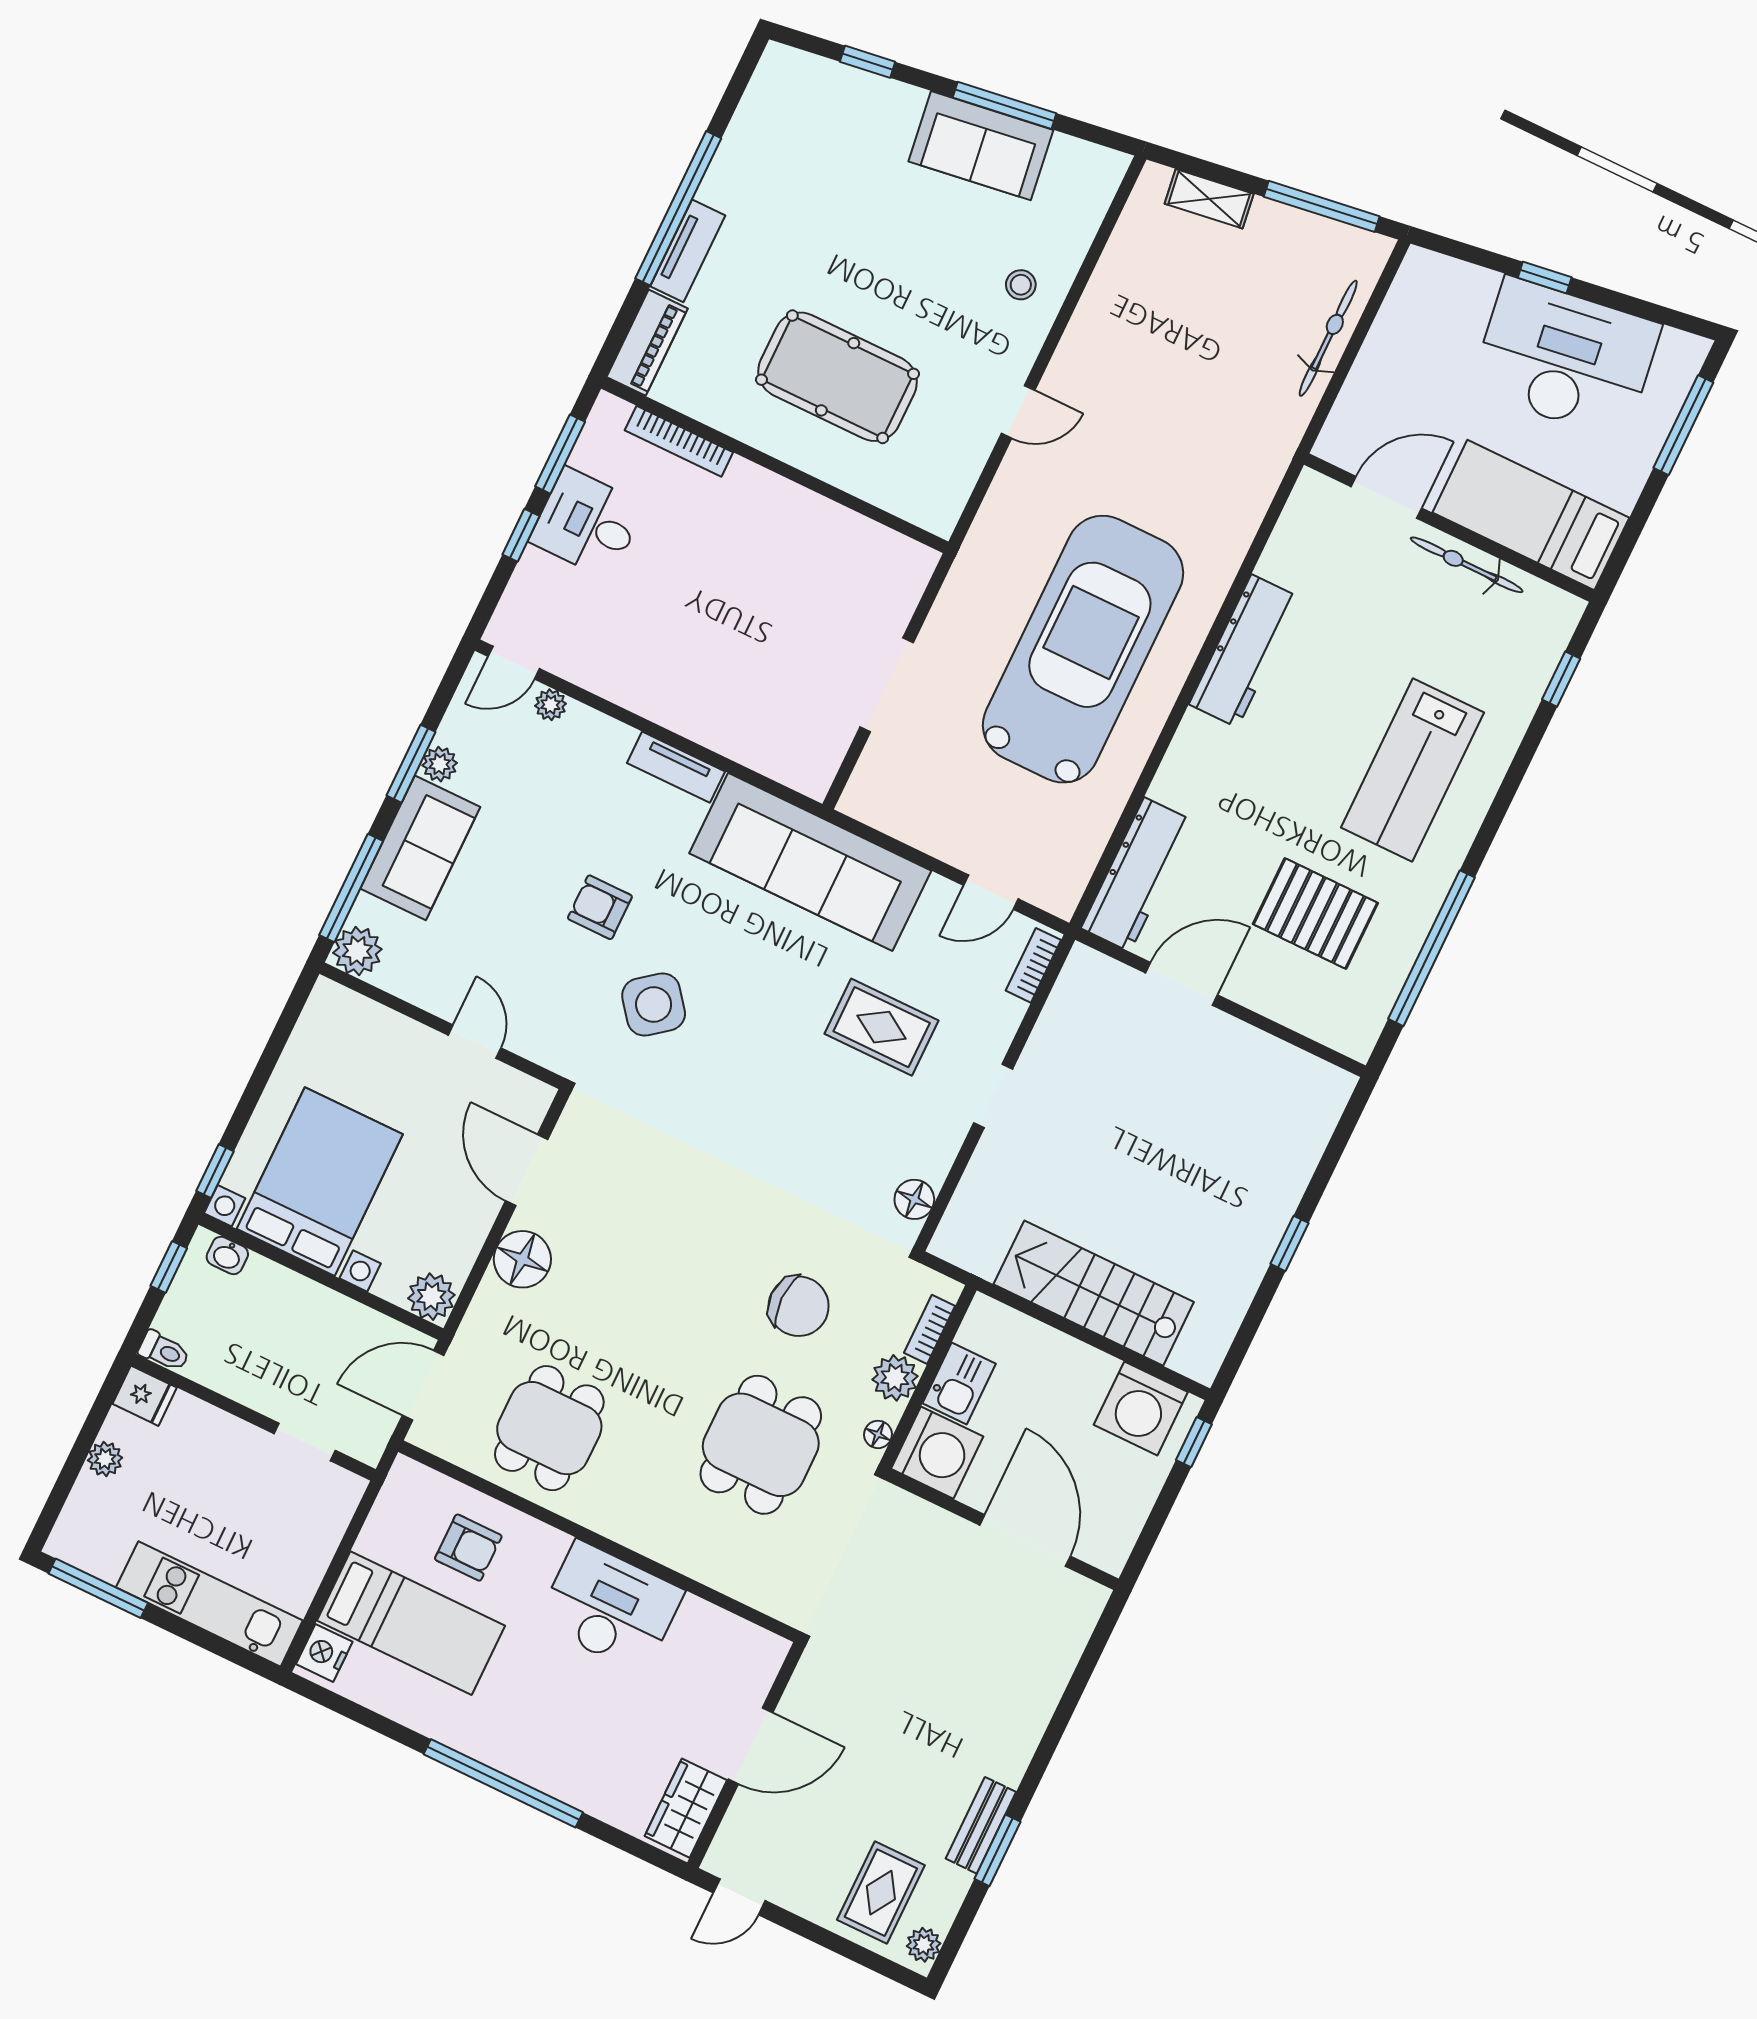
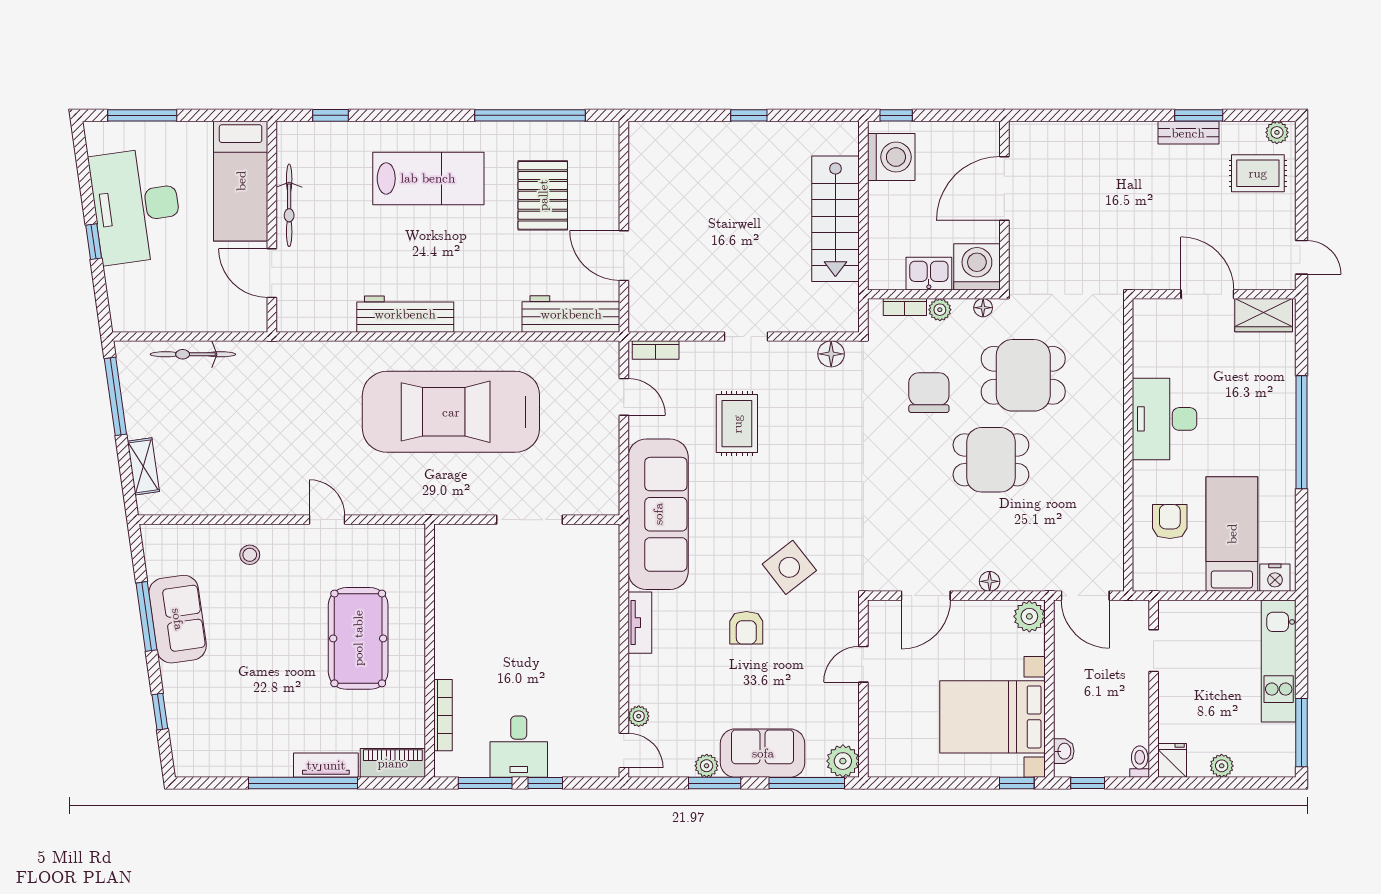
floor lamp: (522, 1259) -> (990, 581), width x0.53, depth x0.53
plant: (895, 1378) -> (940, 310), width x0.73, depth x0.73
dining table: (549, 1428) -> (991, 460), moved

